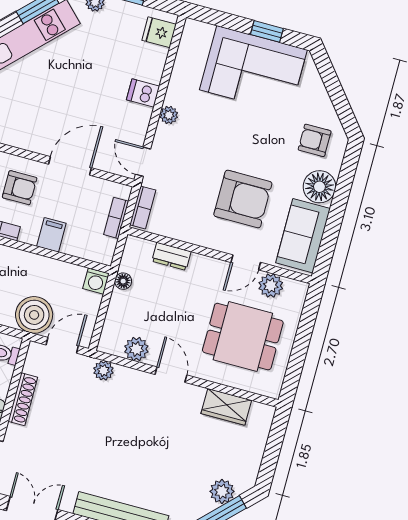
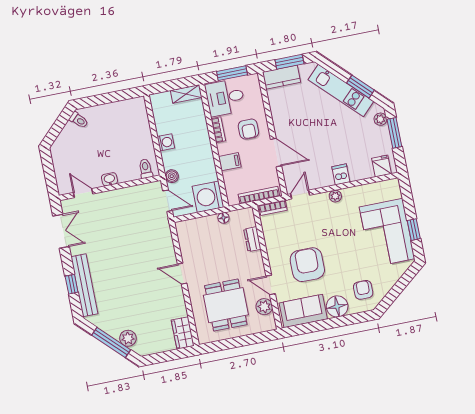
armchair: (243, 199) -> (307, 265), turned 180
bookcase: (116, 218) -> (259, 195), width x1.56
washing machine: (96, 281) -> (208, 197), width x1.89, depth x1.89
boiler: (34, 315) -> (172, 176), width x0.54, depth x0.54
plant: (136, 349) -> (187, 246), removed
plant: (103, 371) -> (165, 232), removed
door: (171, 375) -> (182, 274), swing flipped
shoe rack: (23, 399) -> (124, 193), removed
wardrobe: (226, 407) -> (183, 333), moved

